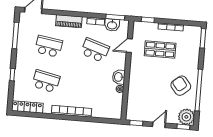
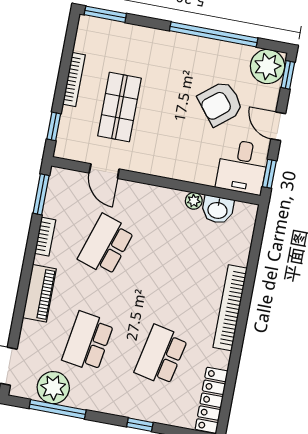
washbasin: (112, 25) -> (57, 203), removed
plant: (25, 32) -> (53, 388), added
washbasin: (119, 77) -> (218, 210), moved
armchair: (181, 86) -> (220, 103), moved
desk: (138, 110) -> (242, 167), added

